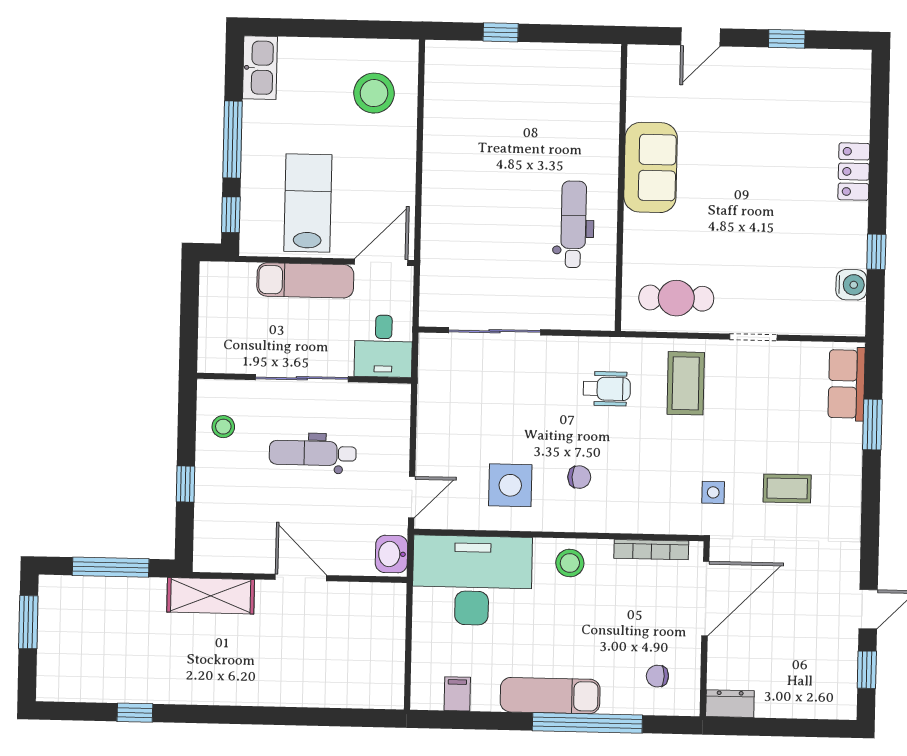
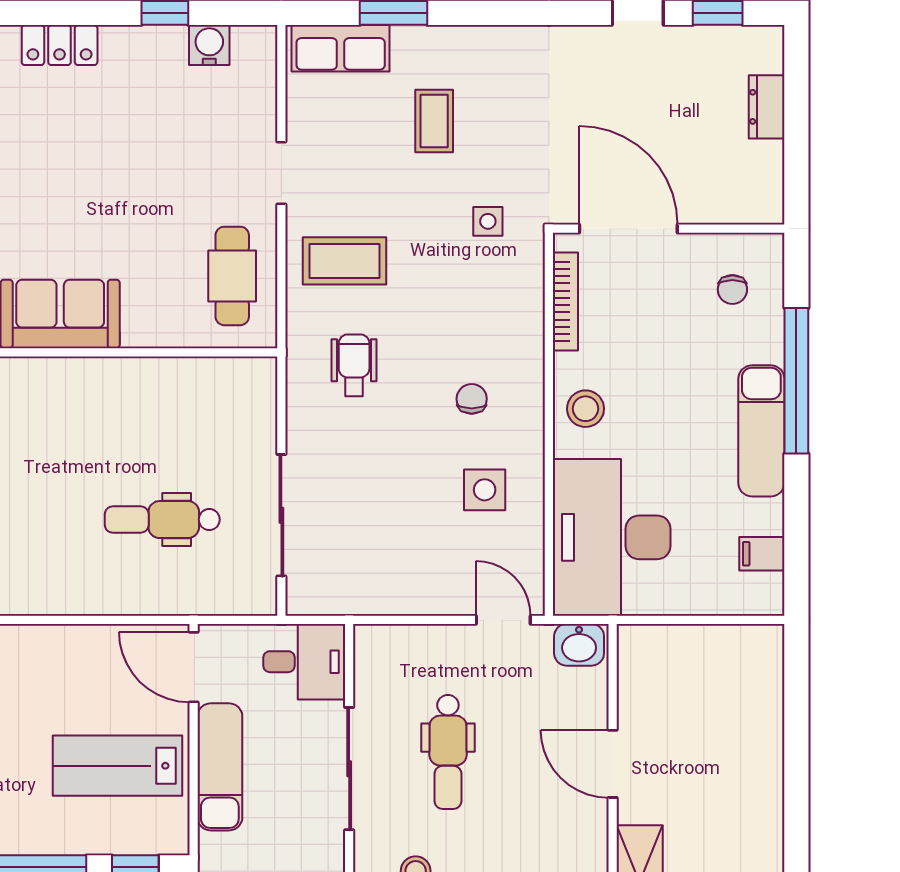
dental chair: (573, 224) -> (162, 520), moved
side table: (510, 485) -> (485, 490), width x0.73, depth x0.73
coffee table: (787, 488) -> (434, 121), moved
door: (301, 577) -> (613, 764), hinge flipped
dresser: (730, 704) -> (767, 107), moved

